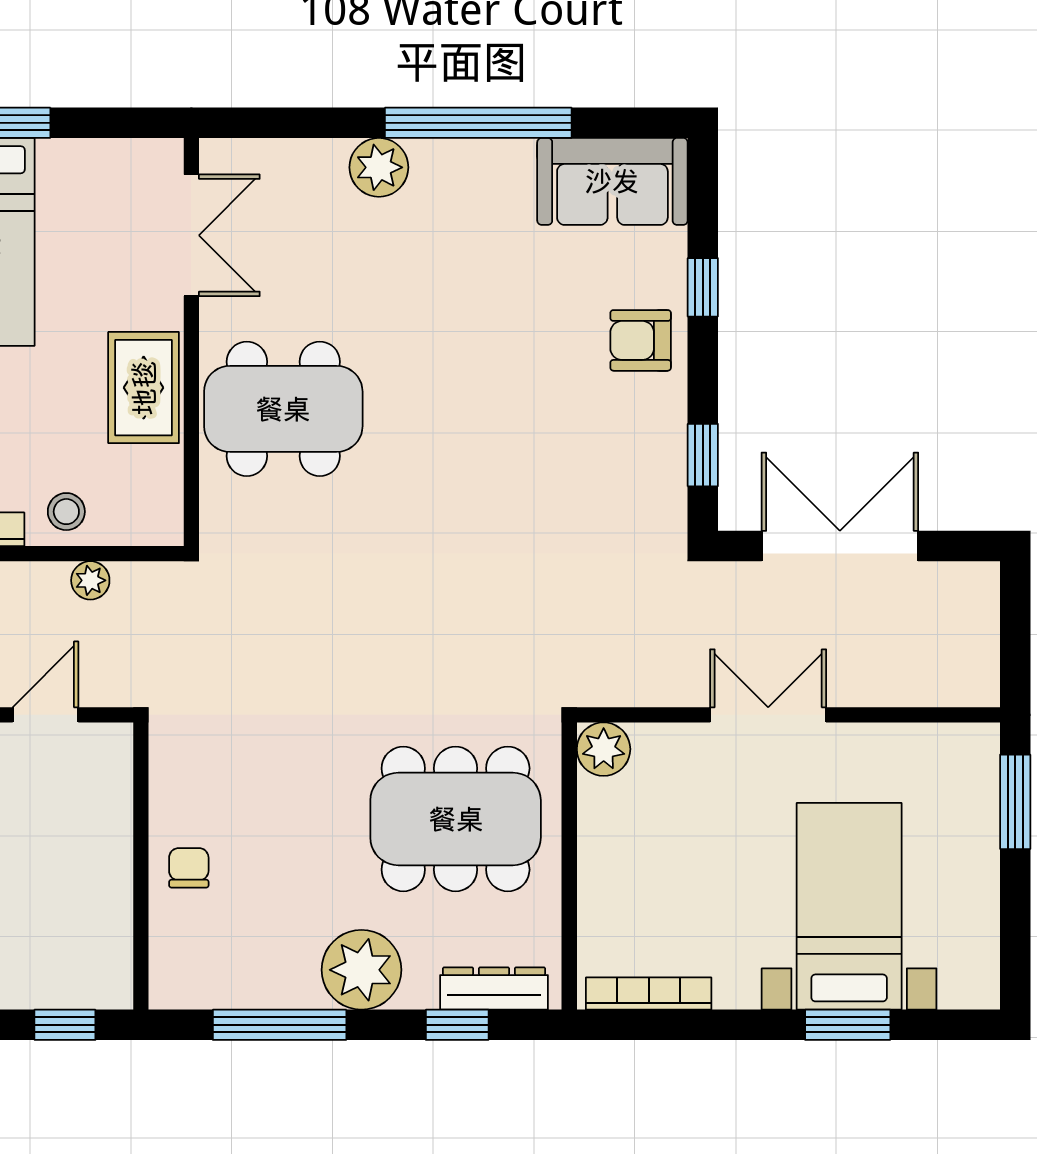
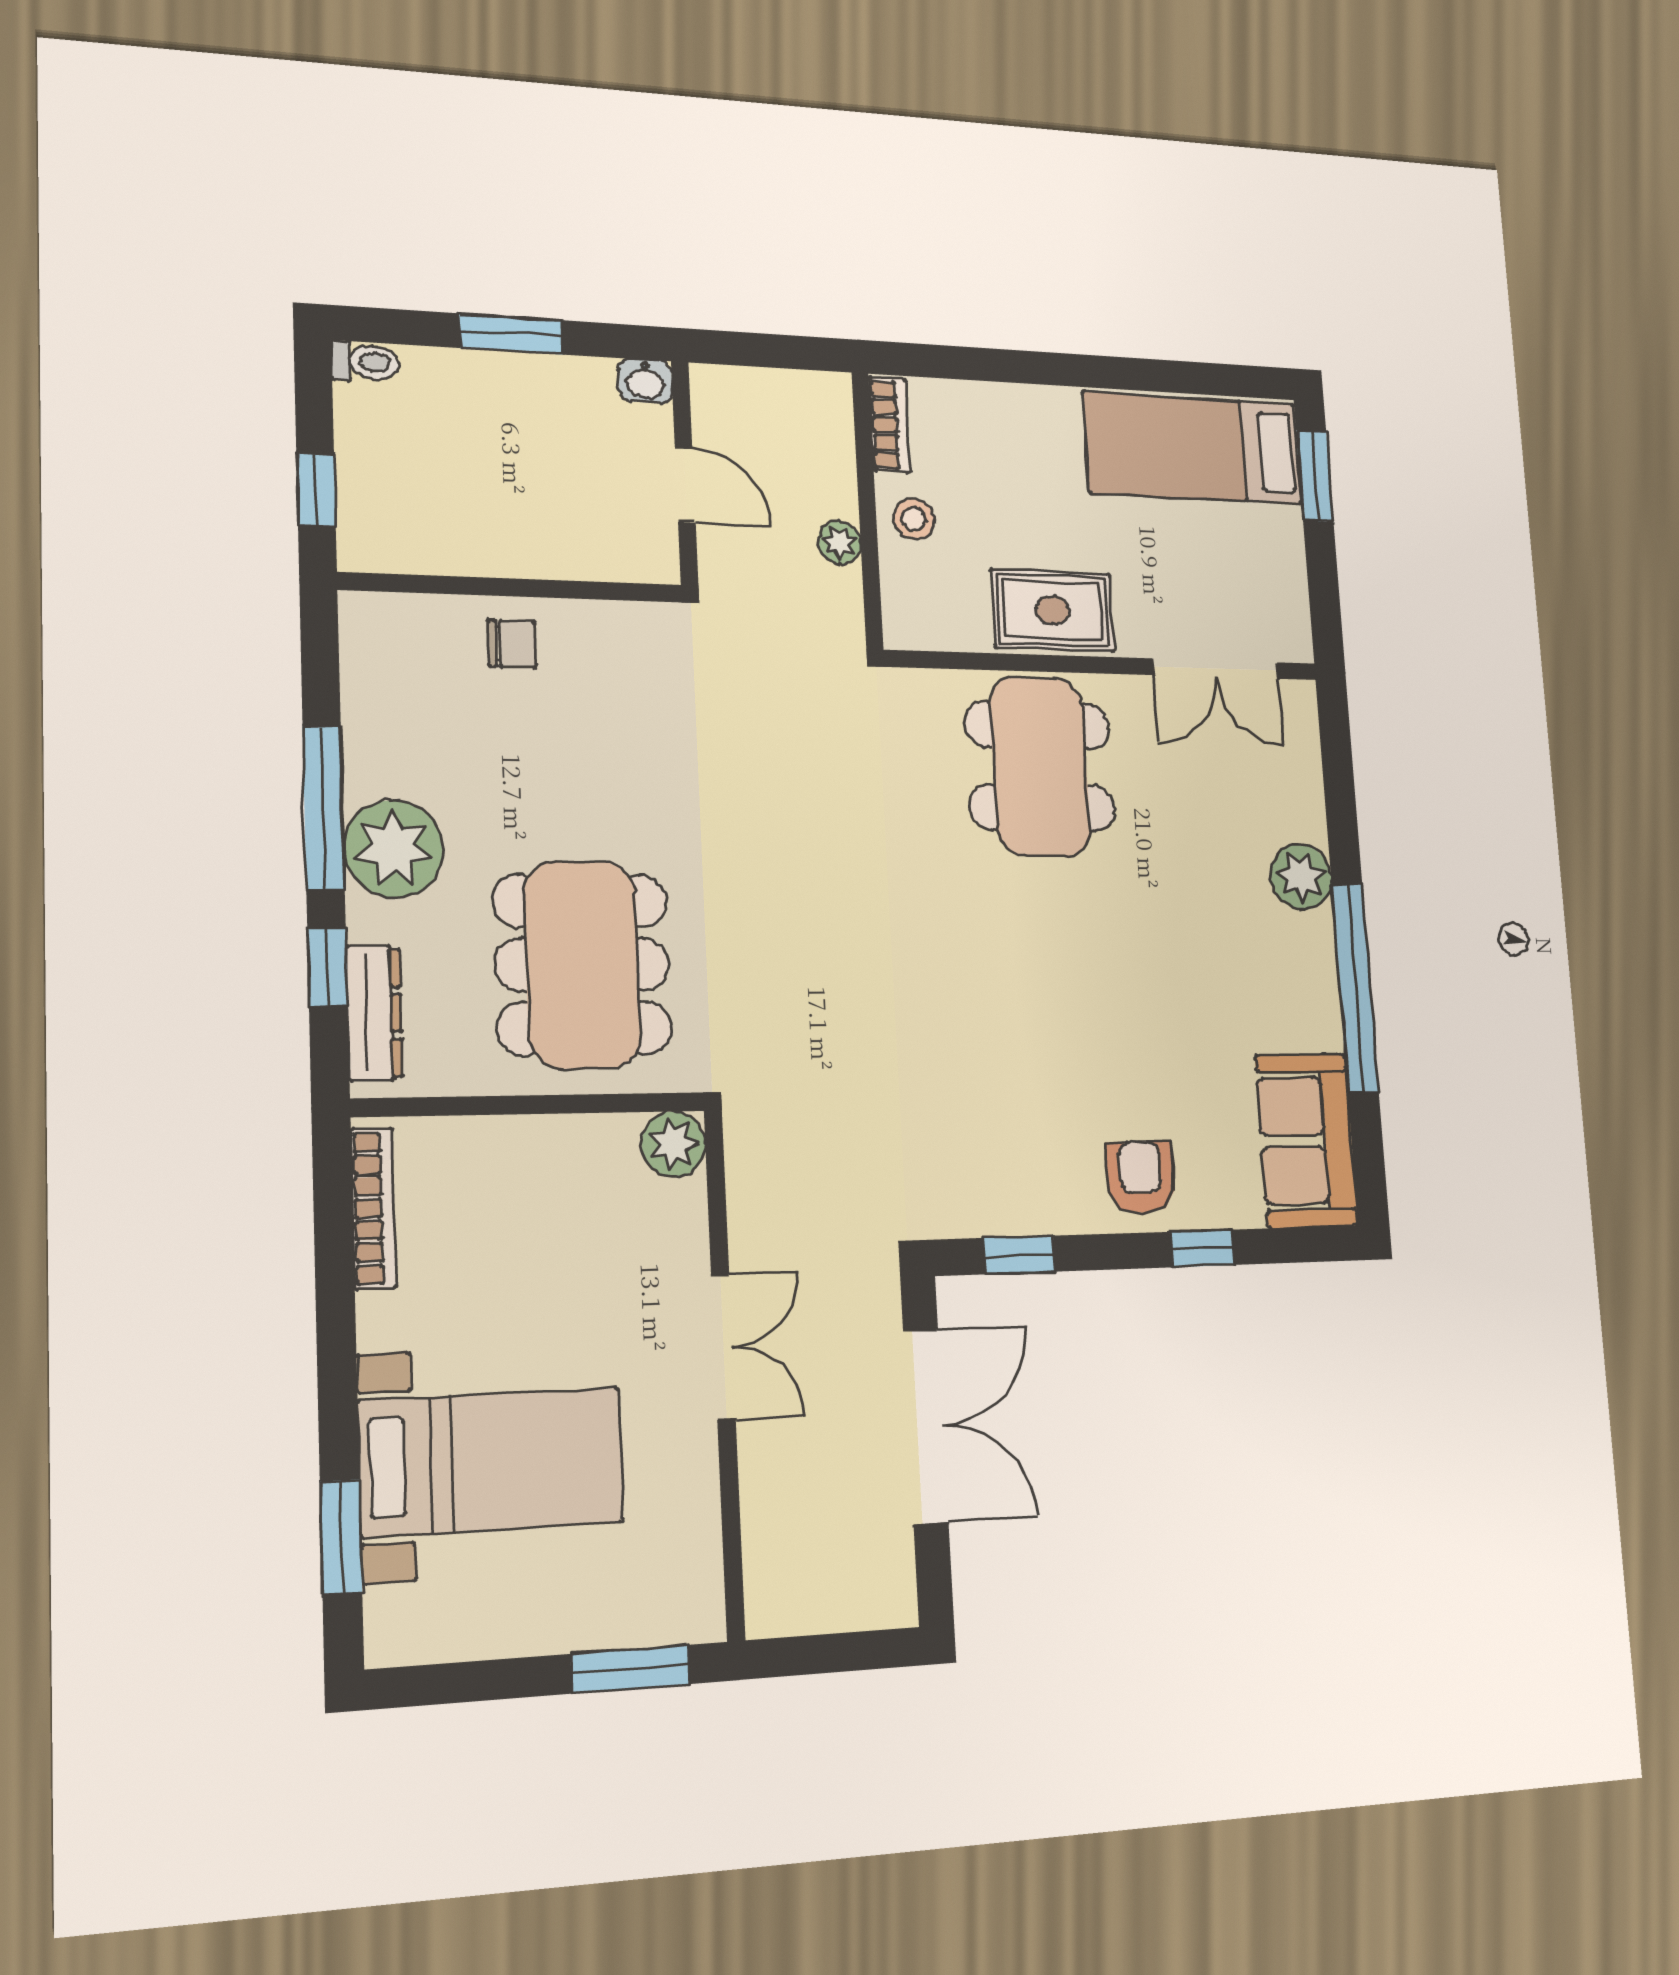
window: (280, 1025) -> (324, 808), moved
window: (848, 1025) -> (341, 1537), moved

